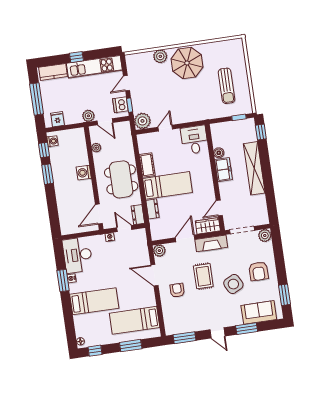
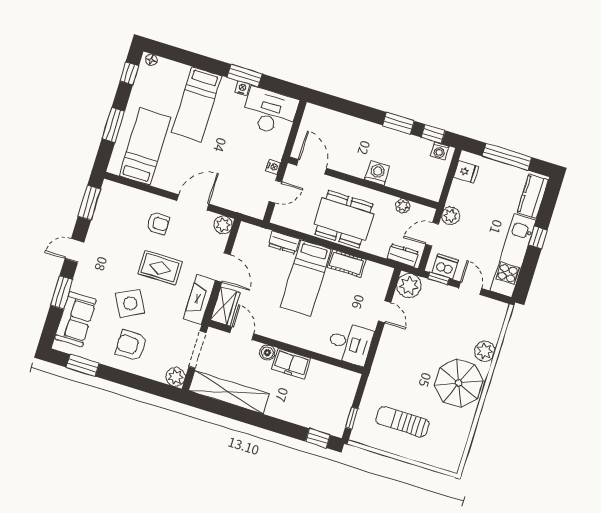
boiler: (219, 153) -> (267, 353), moved
shelving: (254, 168) -> (229, 392), moved
dresser: (138, 215) -> (403, 255), moved

